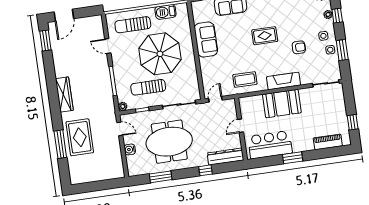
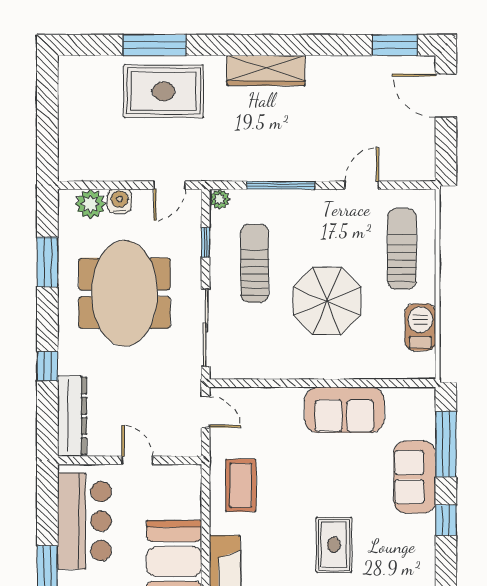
parasol: (160, 54) -> (327, 301), width x0.73, depth x0.73
plant: (133, 162) -> (90, 204), added

